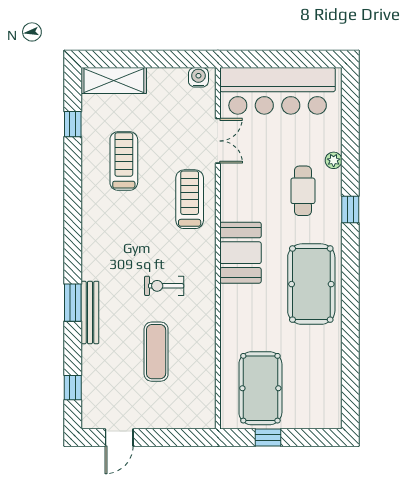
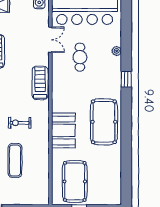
cafe table: (303, 191) -> (80, 57), moved
treadmill: (190, 199) -> (40, 83), moved
booth: (241, 253) -> (63, 130), moved

